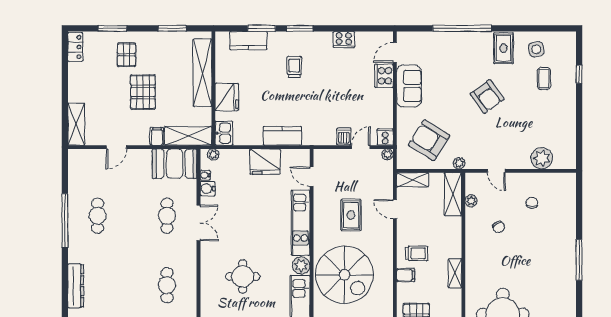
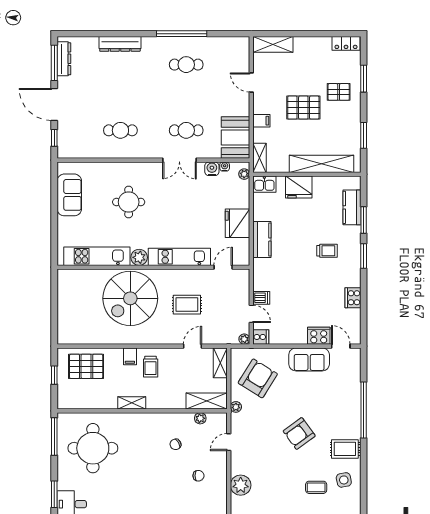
shelving: (188, 136) -> (260, 158), width x0.67, depth x0.75

